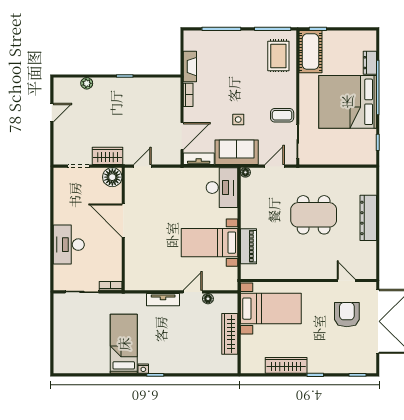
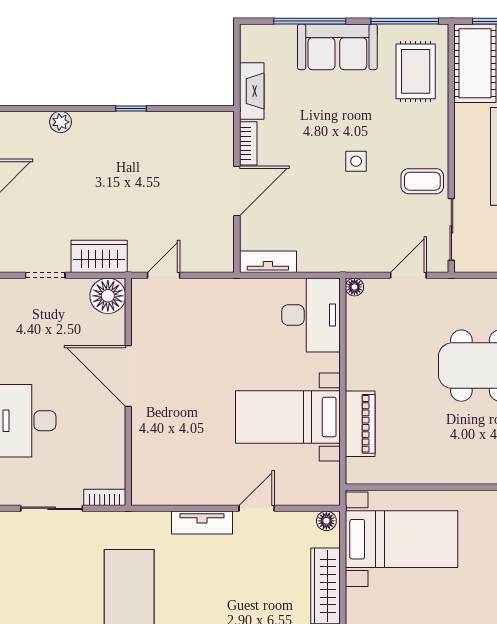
side table: (238, 119) -> (356, 161), moved
door: (182, 136) -> (237, 191), moved
sofa: (237, 152) -> (337, 47), moved, turned 180
floor lamp: (208, 299) -> (326, 521), moved

